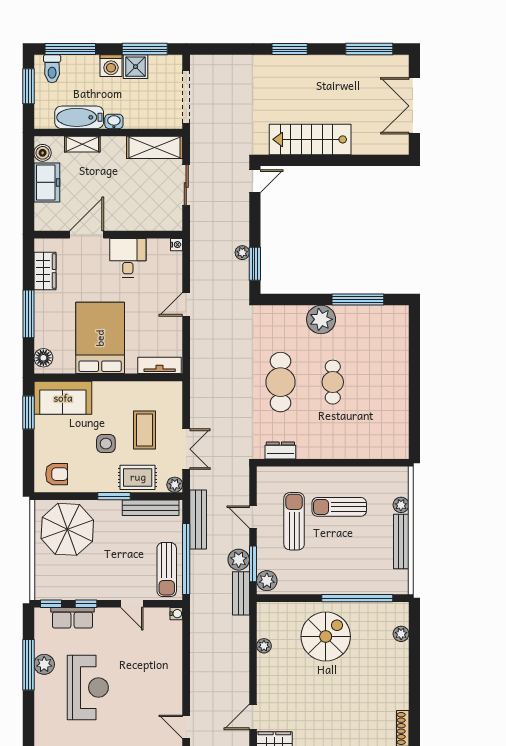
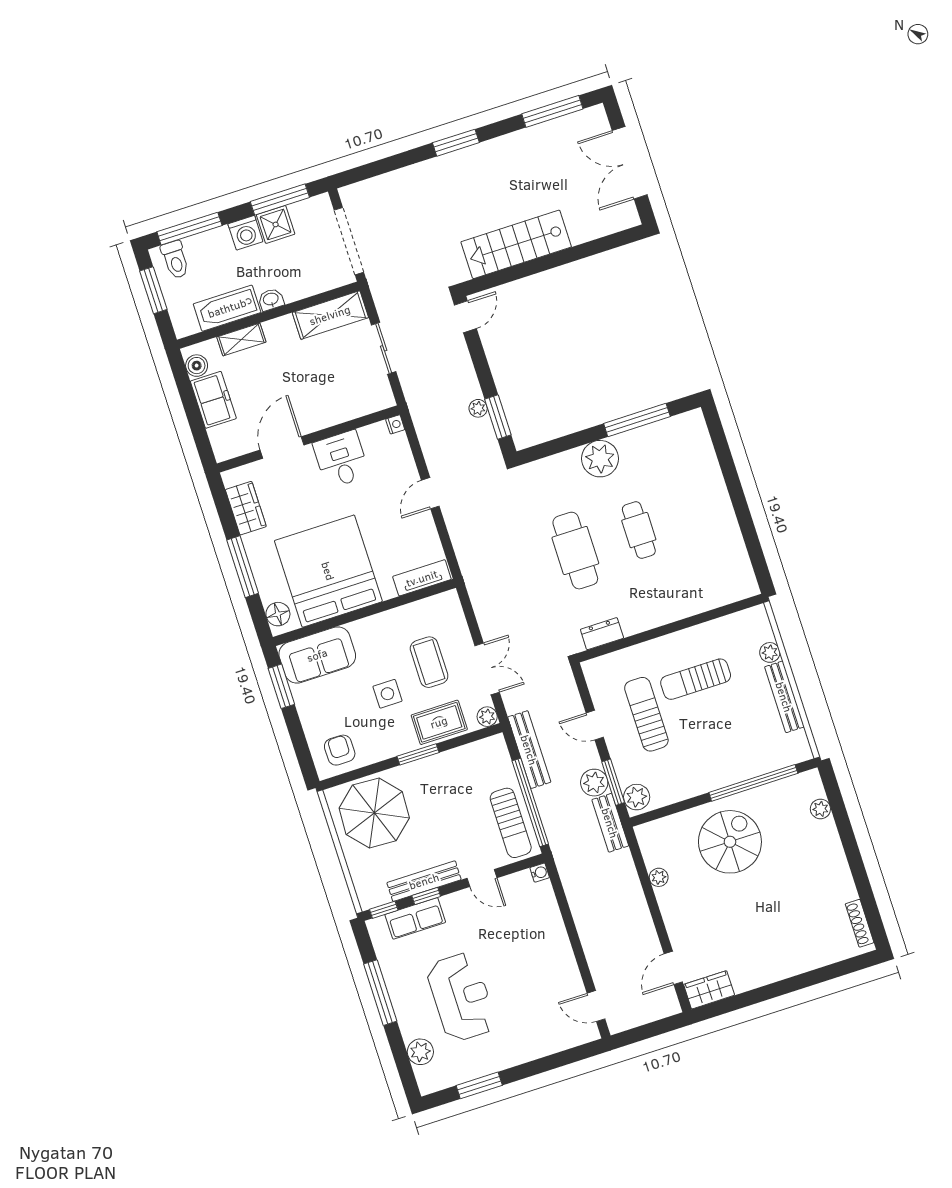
bed: (100, 338) -> (328, 571), width x1.36
armchair: (57, 474) -> (340, 750), turned -90
bench: (151, 508) -> (424, 881), moved
plant: (44, 664) -> (420, 1052), moved

